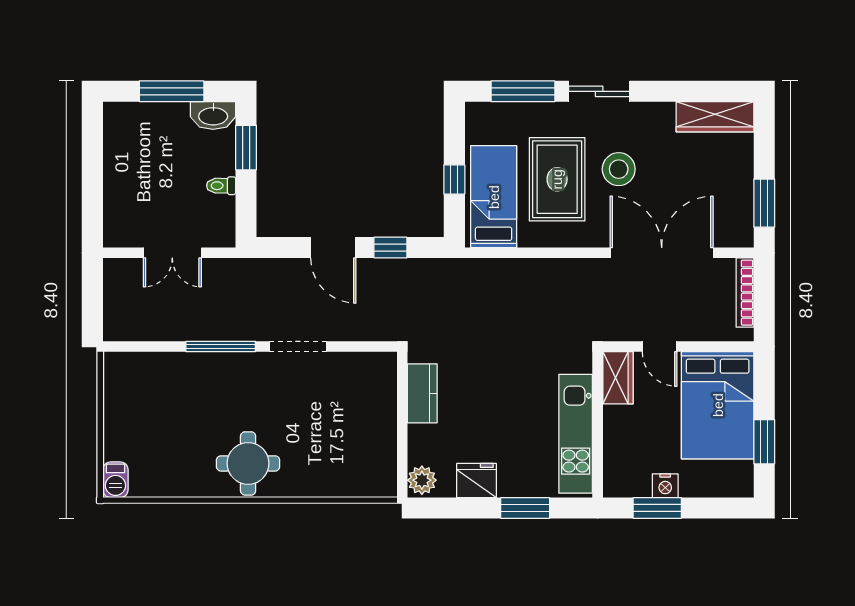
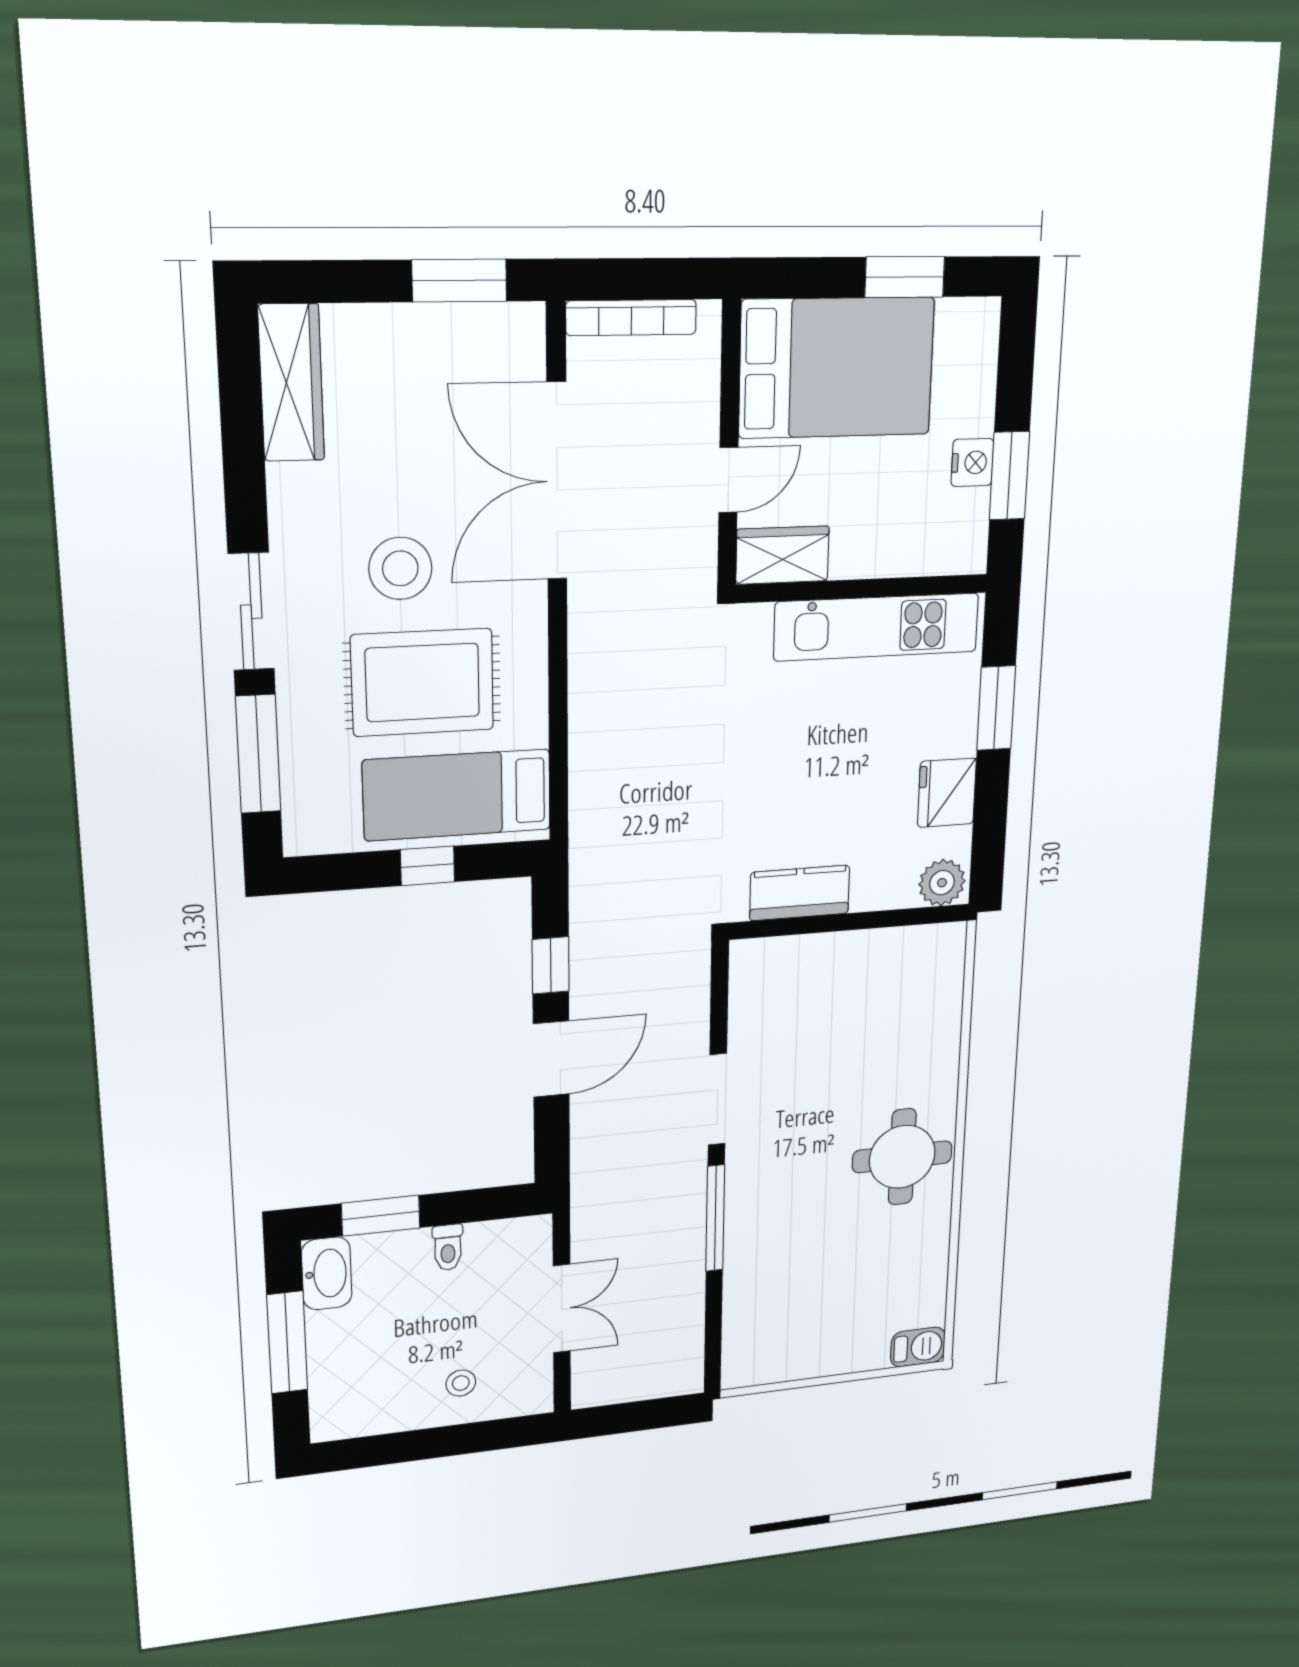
stool: (131, 192) -> (461, 1383), added

